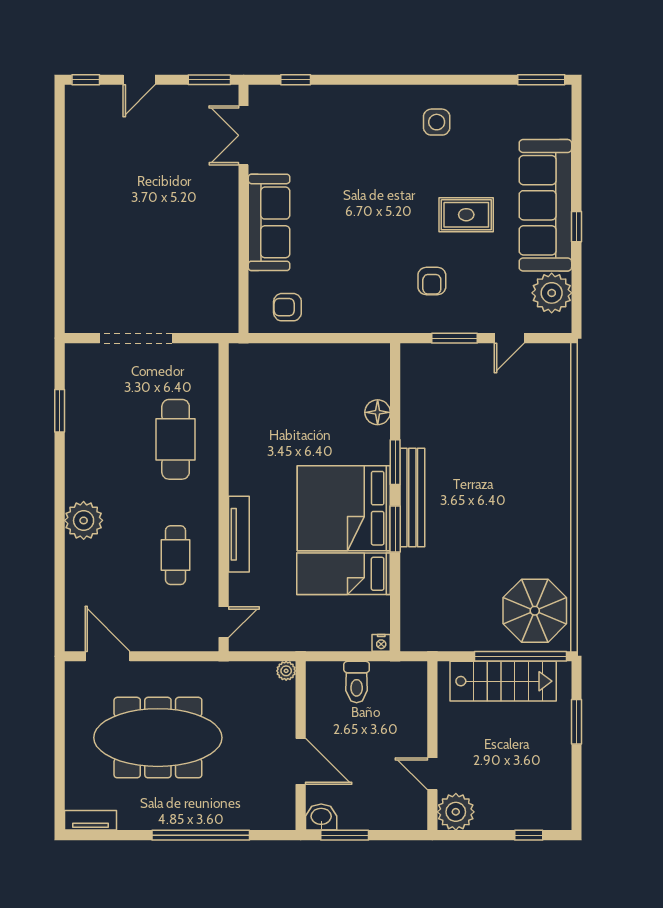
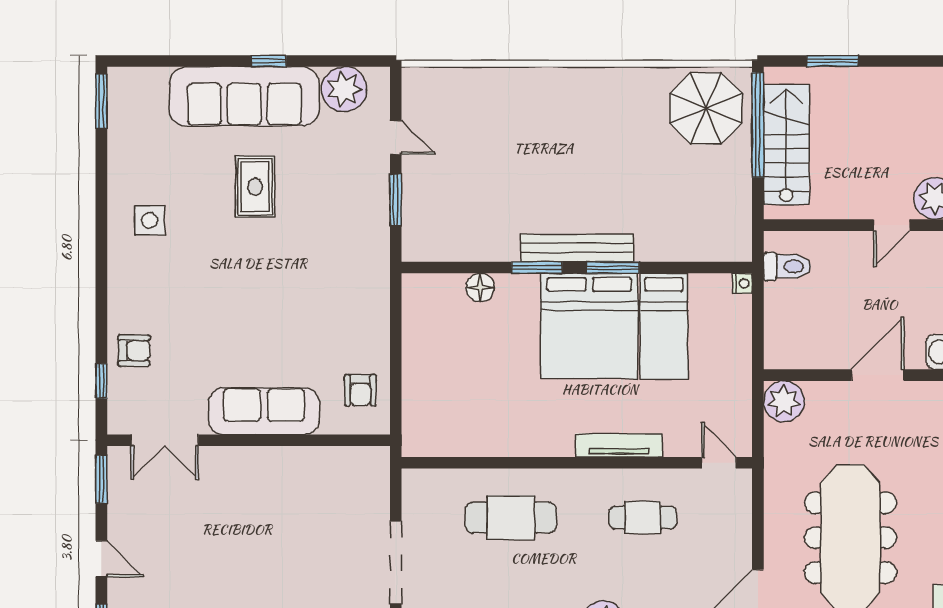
armchair: (432, 281) -> (134, 351), moved
plant: (286, 671) -> (784, 401), width x1.87, depth x1.87
toilet: (357, 682) -> (787, 266), moved

